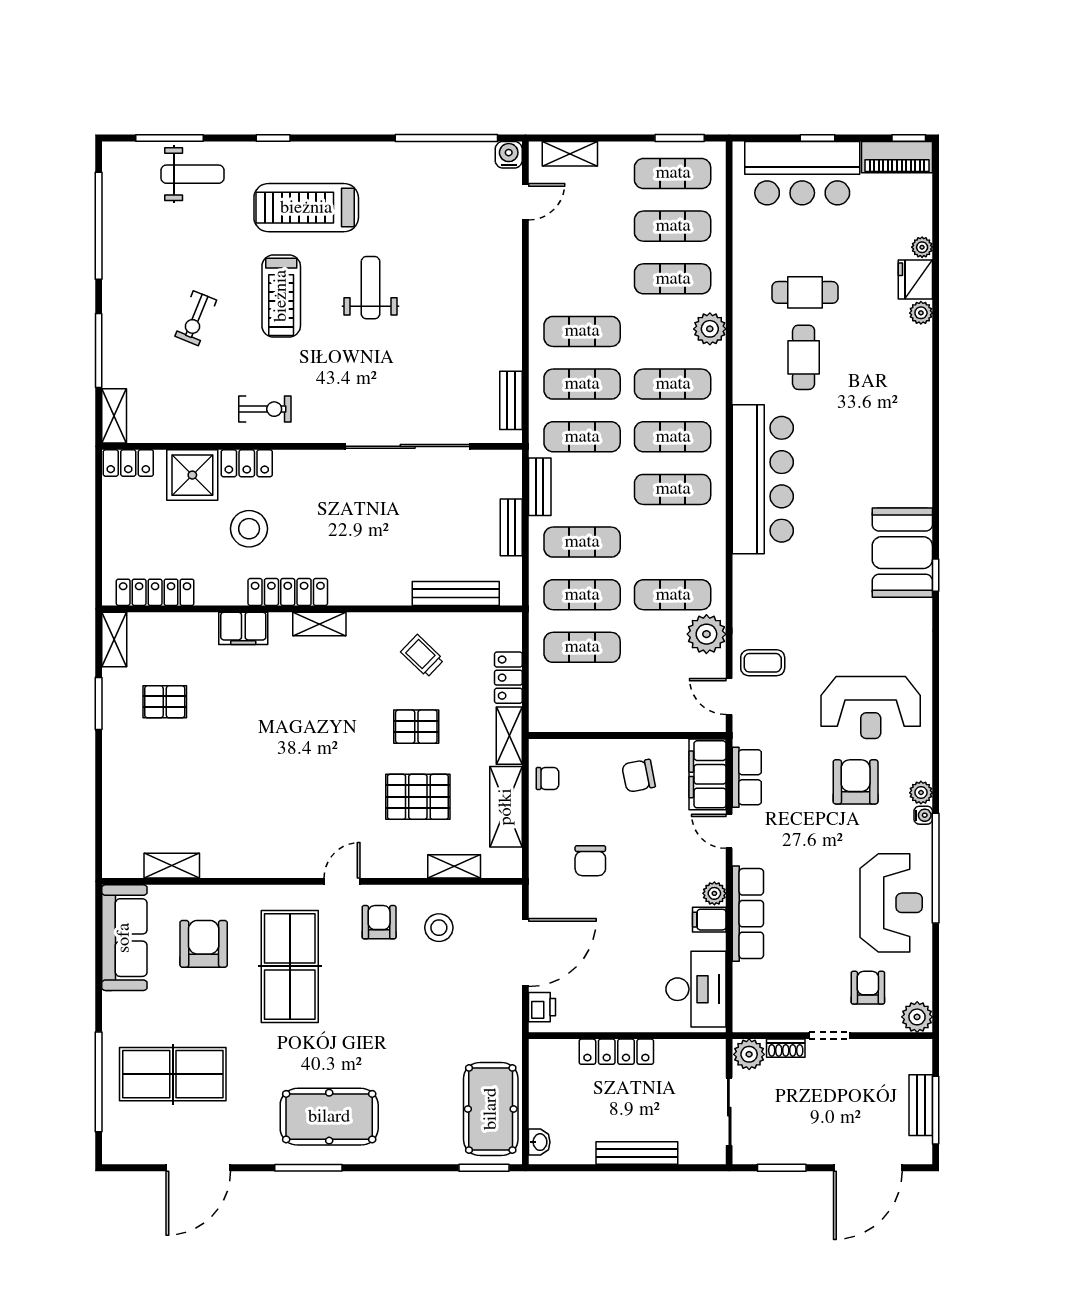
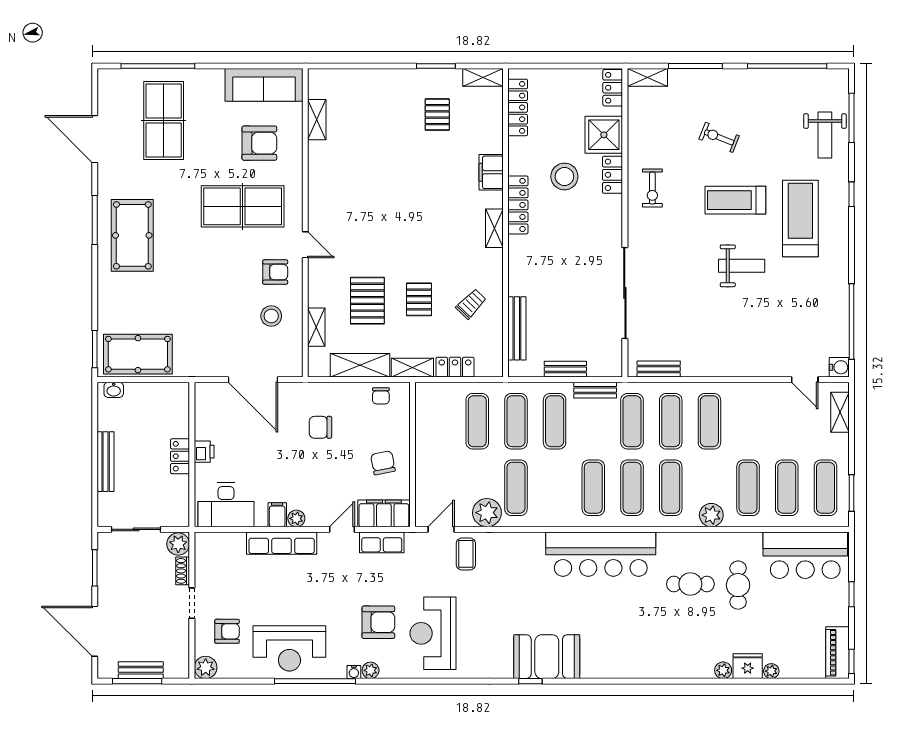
bar counter: (802, 173) -> (805, 555), moved, turned -90
printer: (542, 1007) -> (204, 452), moved, turned -90
locker: (616, 1052) -> (180, 456), width x0.66

